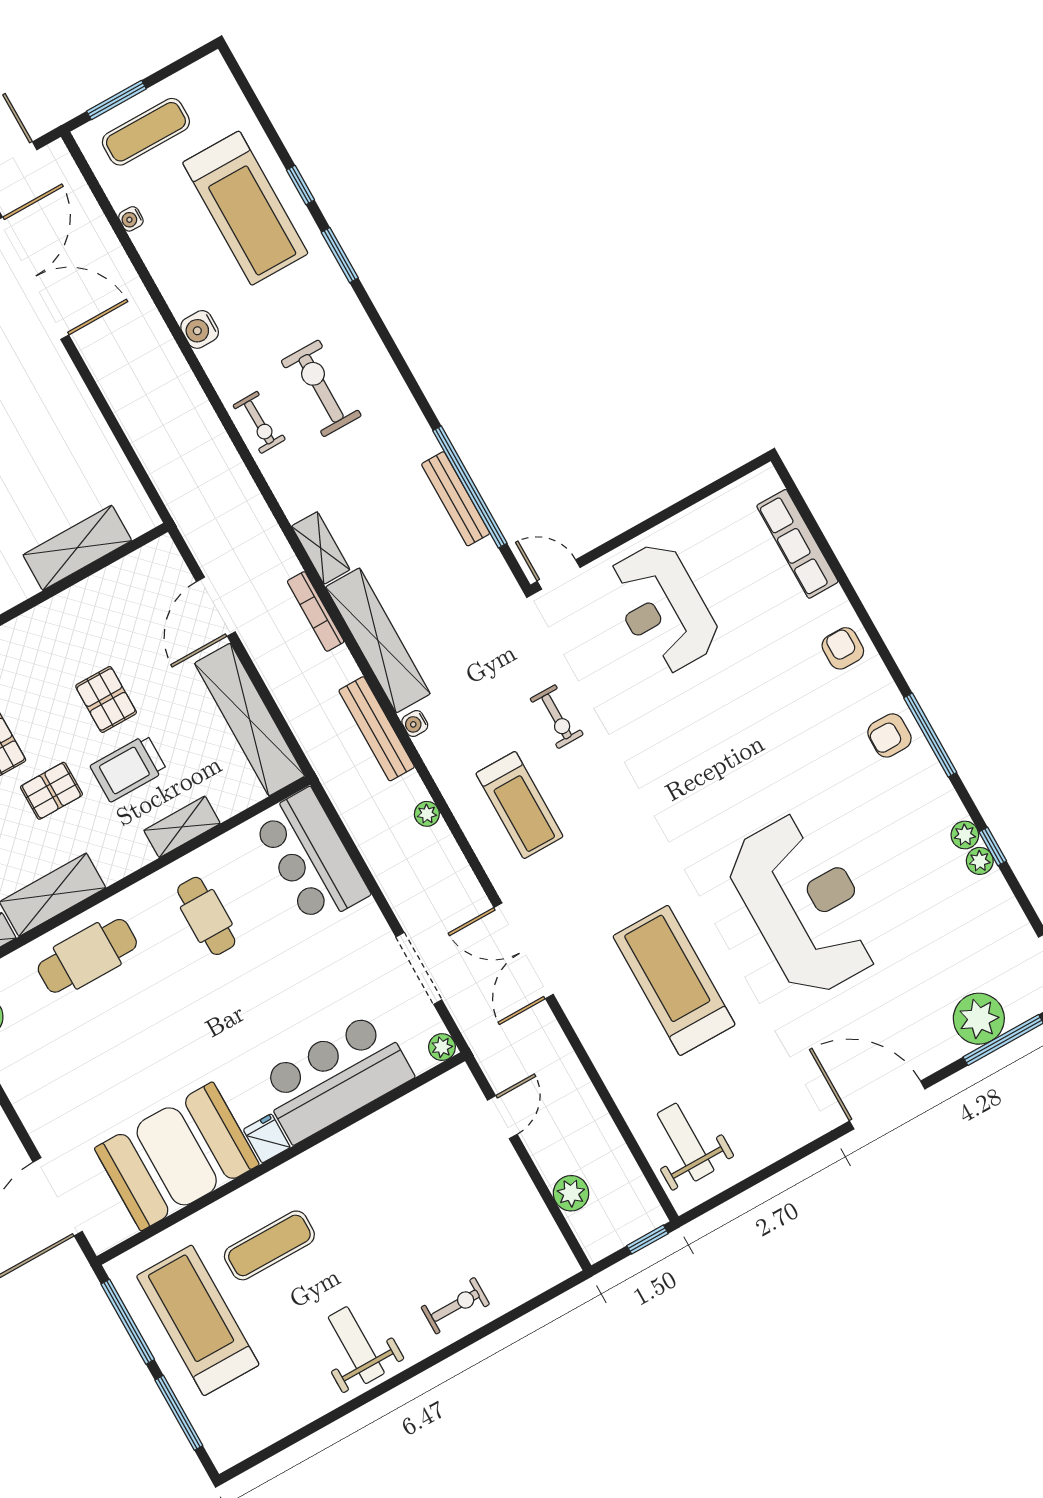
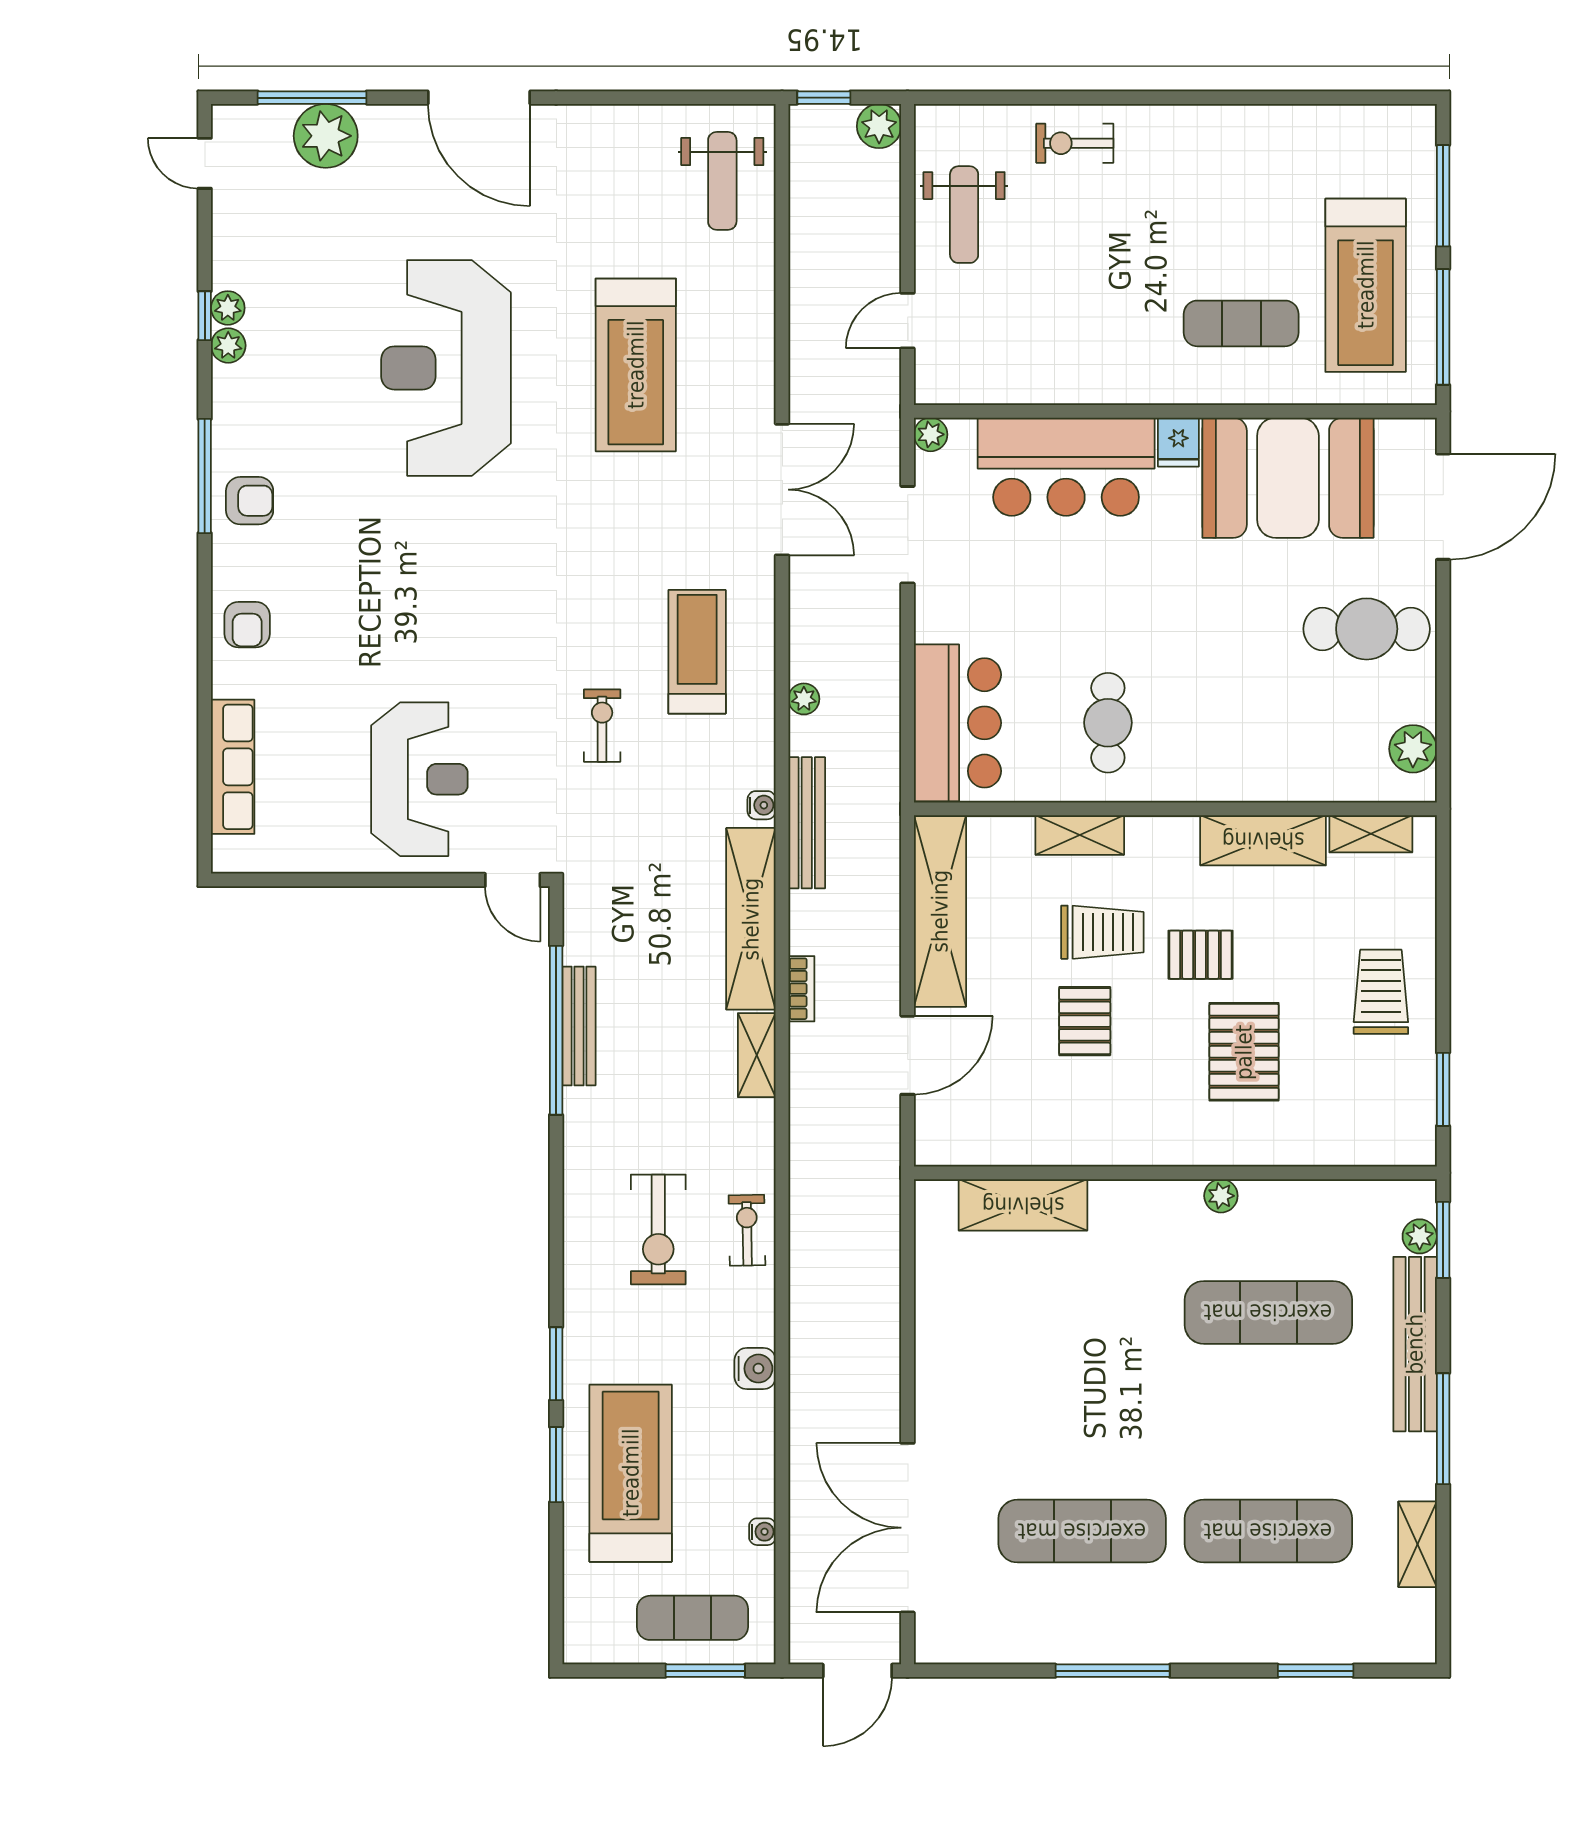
window: (300, 185) -> (556, 1465), width x1.50
bookcase: (316, 611) -> (801, 989), width x0.64
cafe table: (87, 956) -> (1367, 629), moved
plant: (571, 1193) -> (879, 126), moved
weight bench: (356, 1345) -> (964, 215), moved

